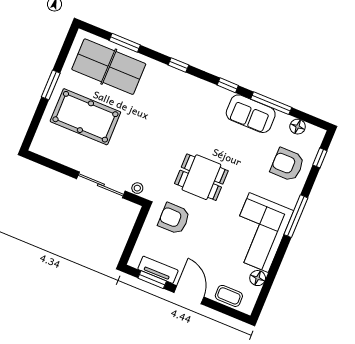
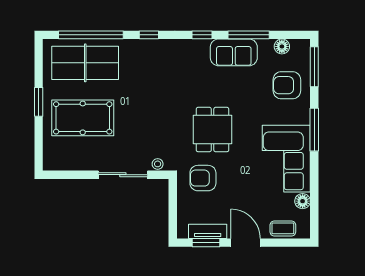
window: (125, 43) -> (91, 35), width x2.11
window: (320, 158) -> (314, 67), width x2.17
dining table: (201, 177) -> (213, 130), turned 90

